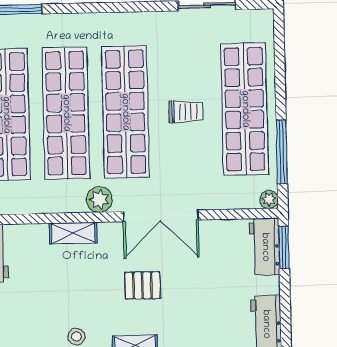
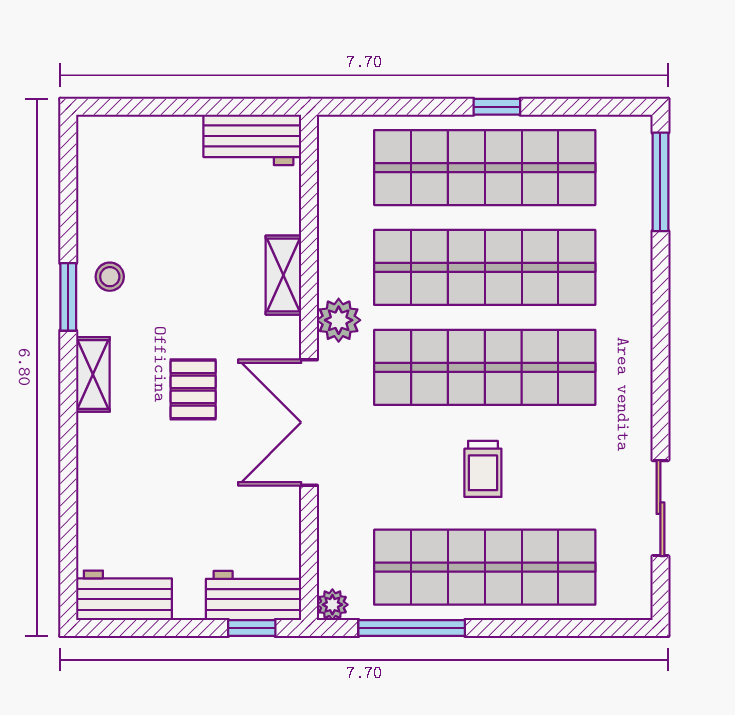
window: (284, 247) -> (252, 628), width x0.67

